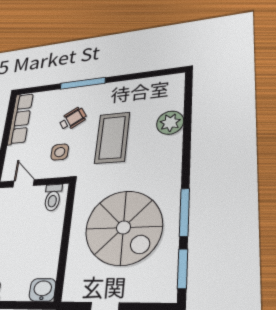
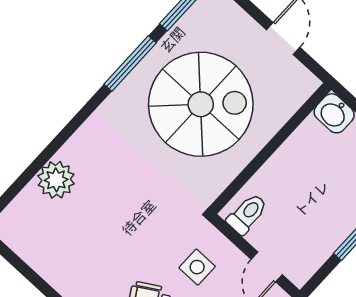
coffee table: (112, 138) -> (128, 225), removed
spiral stairs: (124, 227) -> (201, 104), turned 90

